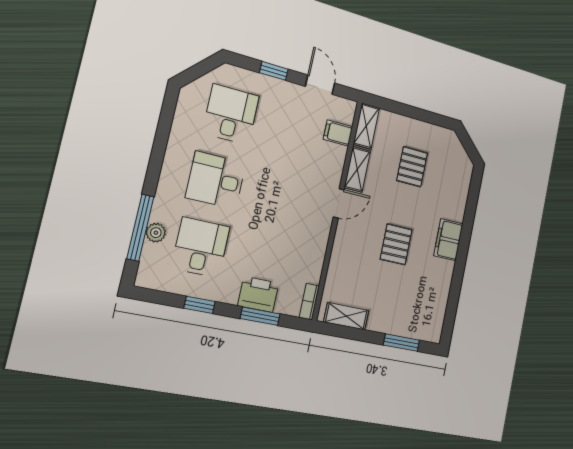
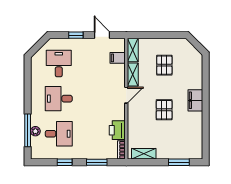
desk: (201, 247) -> (59, 134), turned 90
printer: (258, 294) -> (117, 130), moved, turned -90

